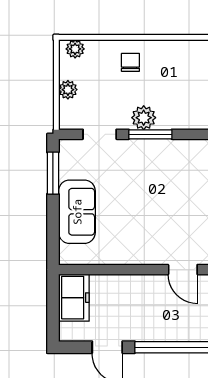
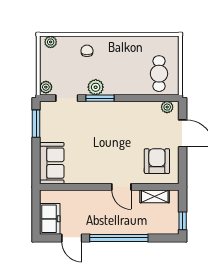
plant: (68, 90) -> (46, 87), moved
sofa: (77, 212) -> (52, 163), moved
freezer: (74, 298) -> (50, 219), moved

